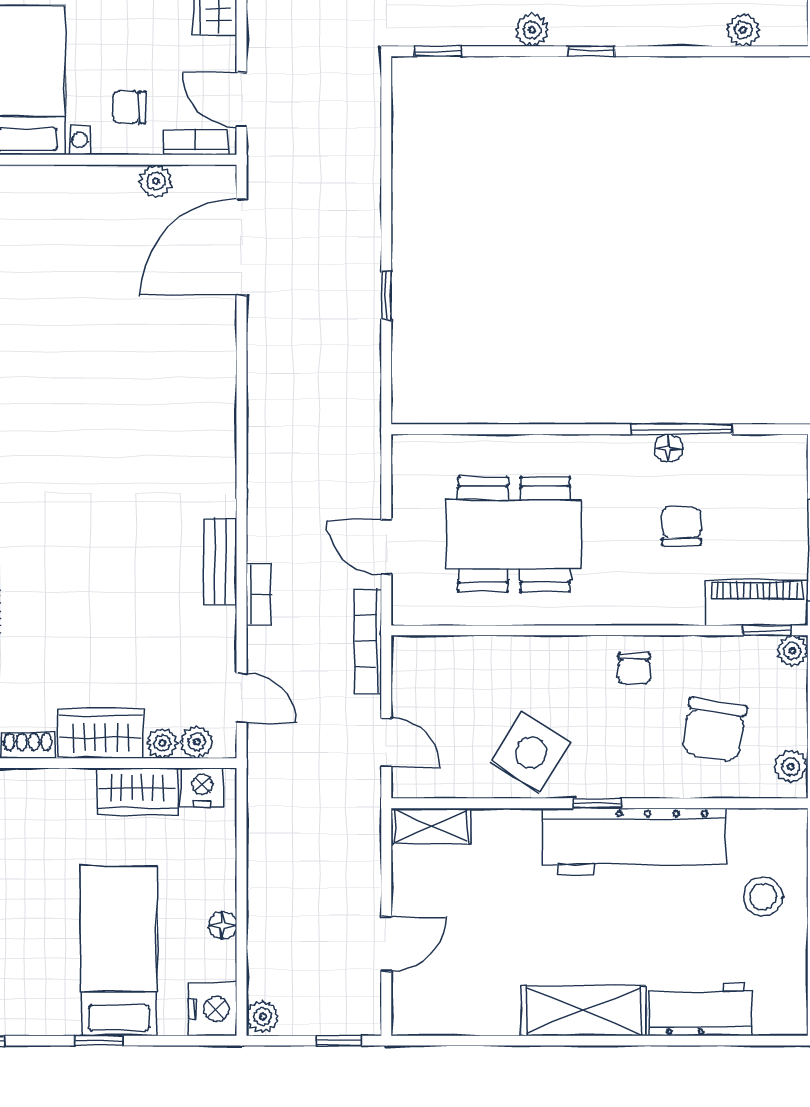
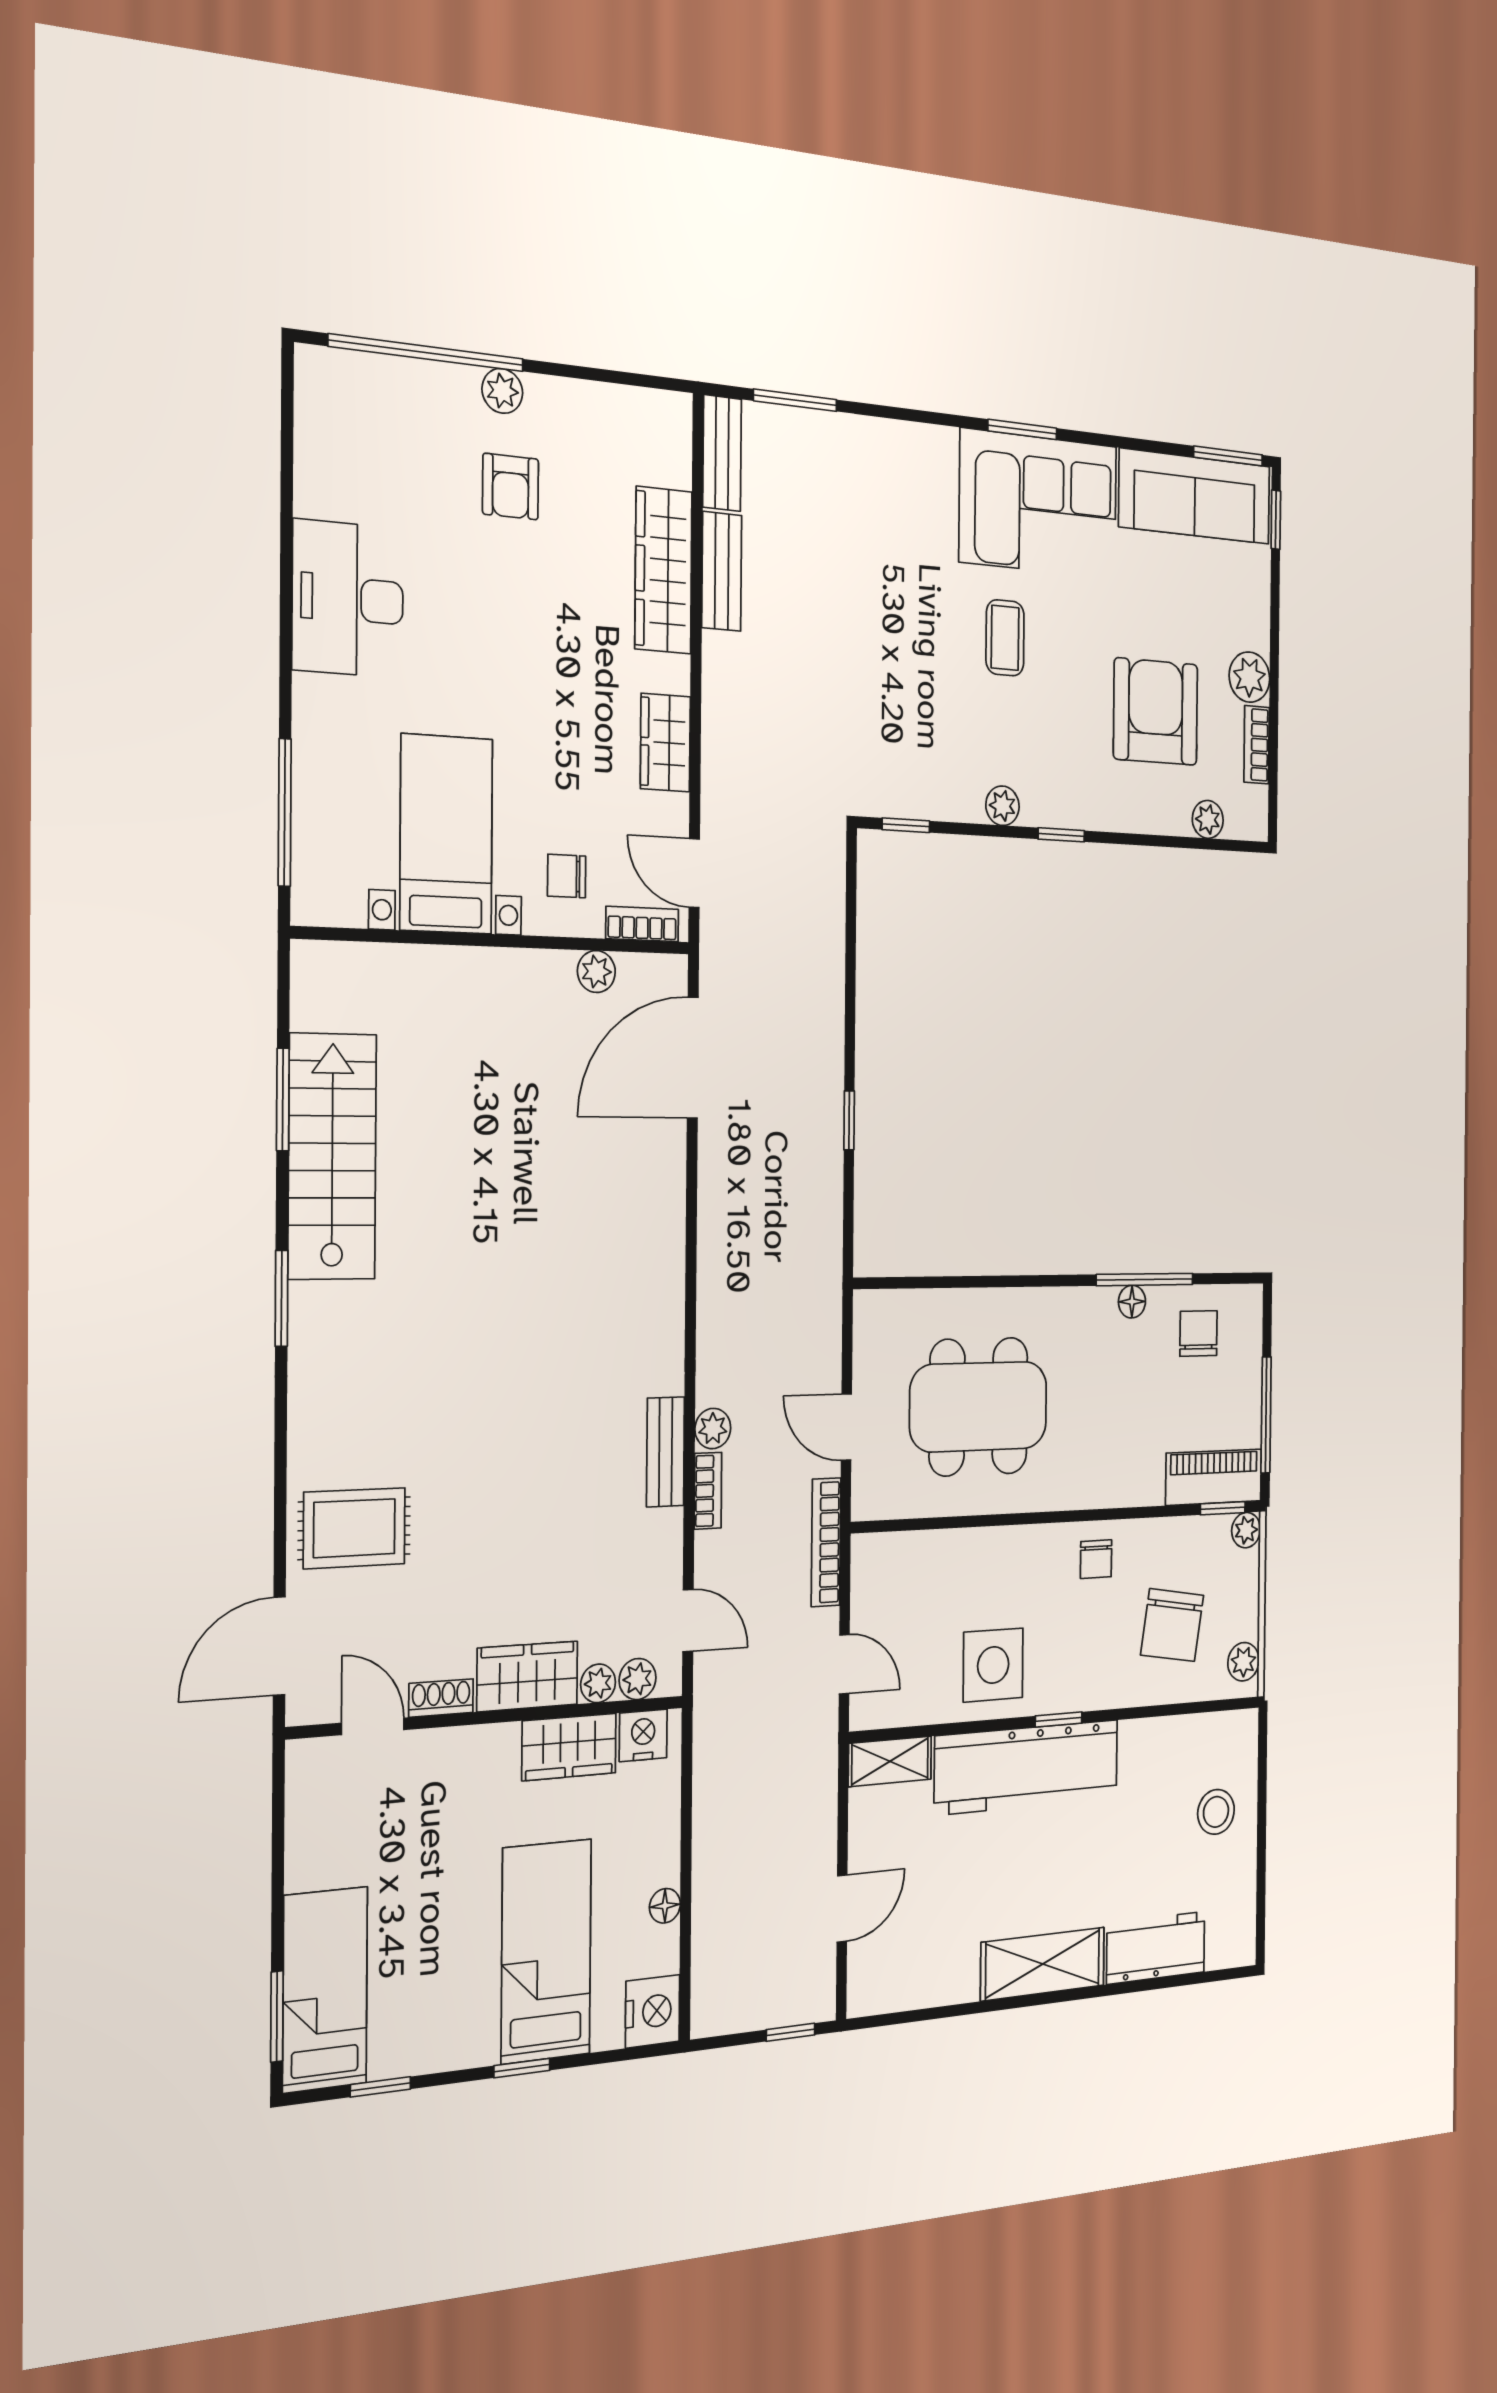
chair: (681, 526) -> (1199, 1334), moved
side table: (531, 753) -> (993, 1665), turned -32
workbench: (634, 842) -> (1027, 1767), moved
plant: (263, 1016) -> (713, 1429), moved

